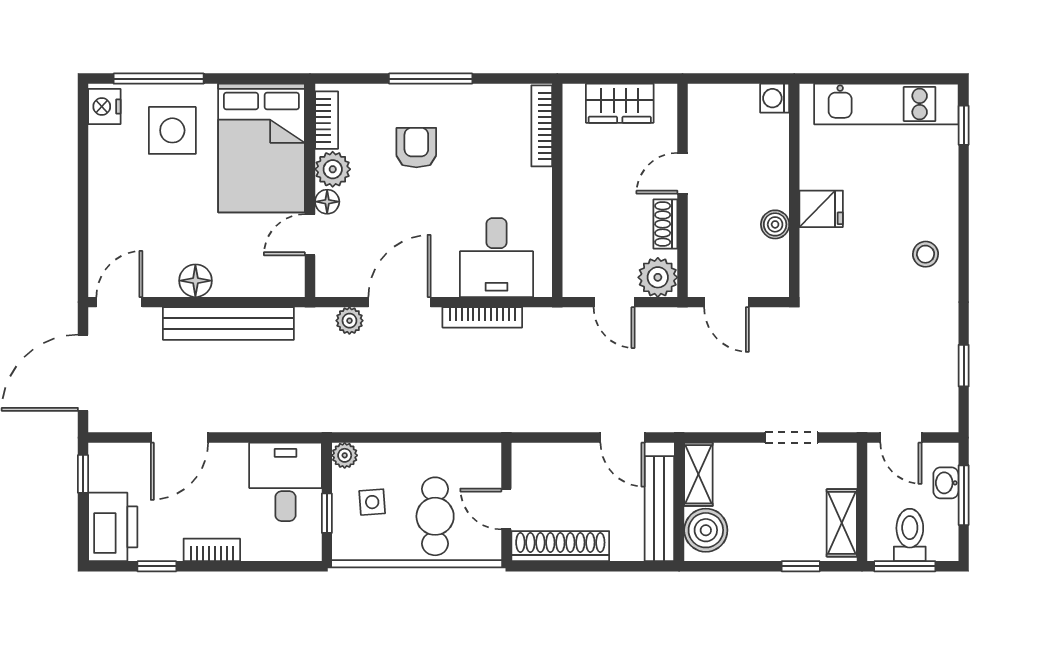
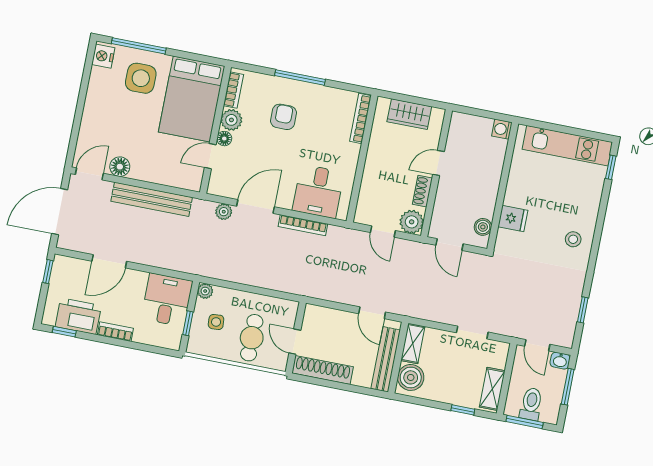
fridge: (821, 209) -> (513, 219), moved
boiler: (775, 224) -> (483, 227), moved
floor lamp: (195, 281) -> (120, 167), moved
washbasin: (946, 483) -> (560, 361), moved, turned -90
printer: (113, 527) -> (78, 316), moved, turned -90
window: (157, 566) -> (64, 332), moved

